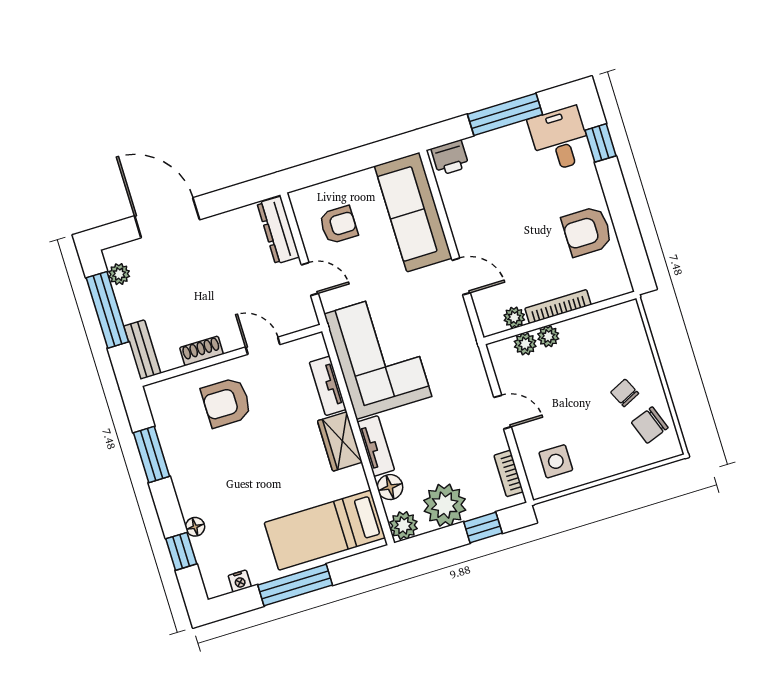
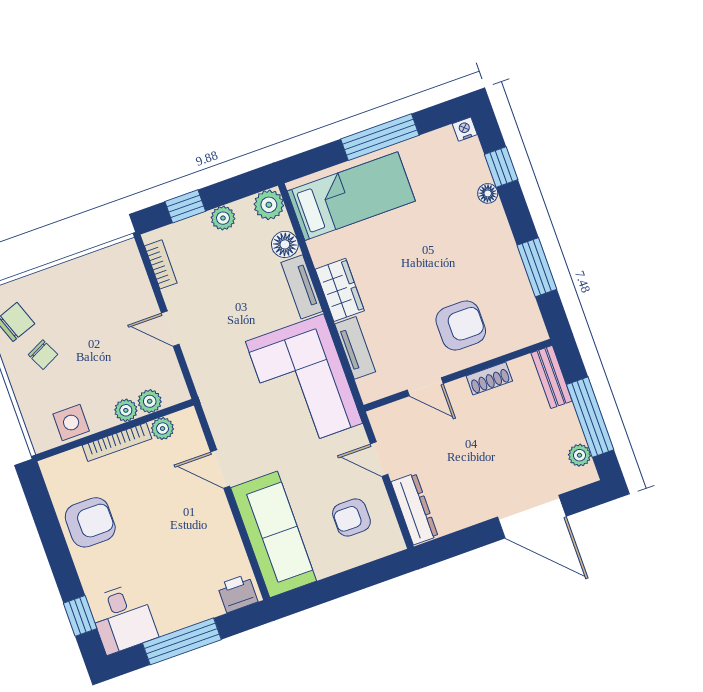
side table: (556, 461) -> (71, 423), moved
plant: (445, 505) -> (223, 218), width x0.53, depth x0.53
nightstand: (240, 581) -> (465, 129), moved

